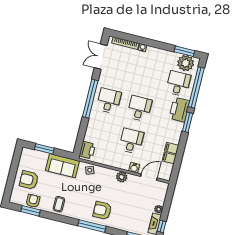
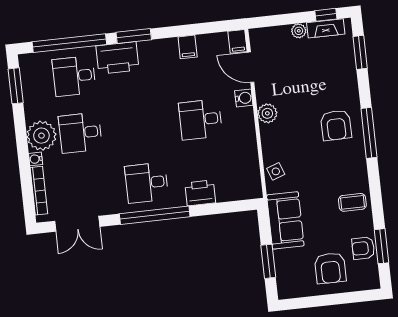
plant: (186, 63) -> (41, 136), moved
desk: (139, 108) -> (80, 133), moved
printer: (87, 150) -> (200, 193), moved
filing cabinet: (169, 158) -> (238, 41), moved

